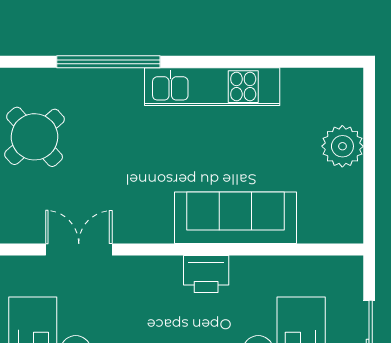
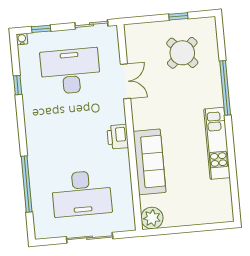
plant: (342, 146) -> (152, 218), moved
printer: (206, 274) -> (118, 137), moved

